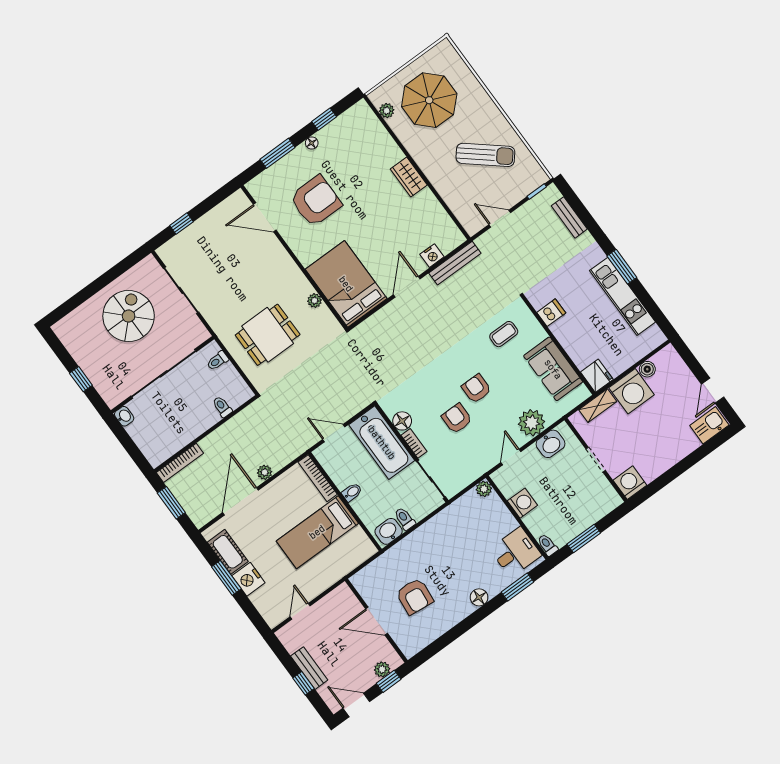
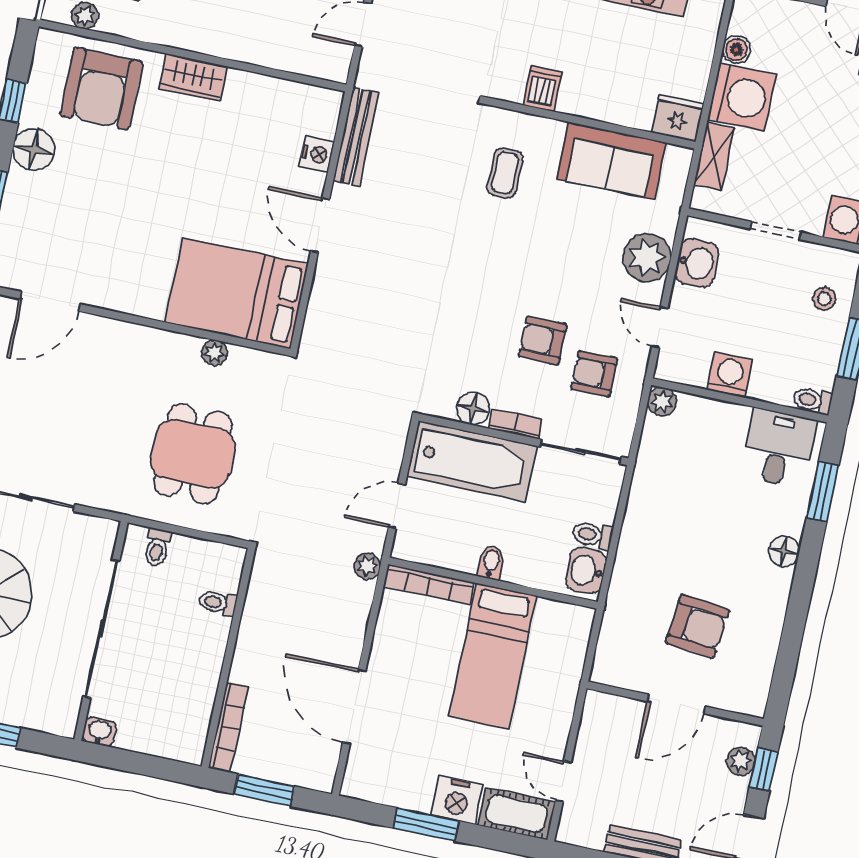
floor lamp: (312, 143) -> (34, 149), width x1.89, depth x1.89
armchair: (316, 201) -> (102, 89), moved, turned 180
armchair: (476, 389) -> (594, 374), moved
plant: (265, 472) -> (367, 566), moved
stool: (591, 507) -> (824, 299), added
cot: (228, 552) -> (517, 814), moved

